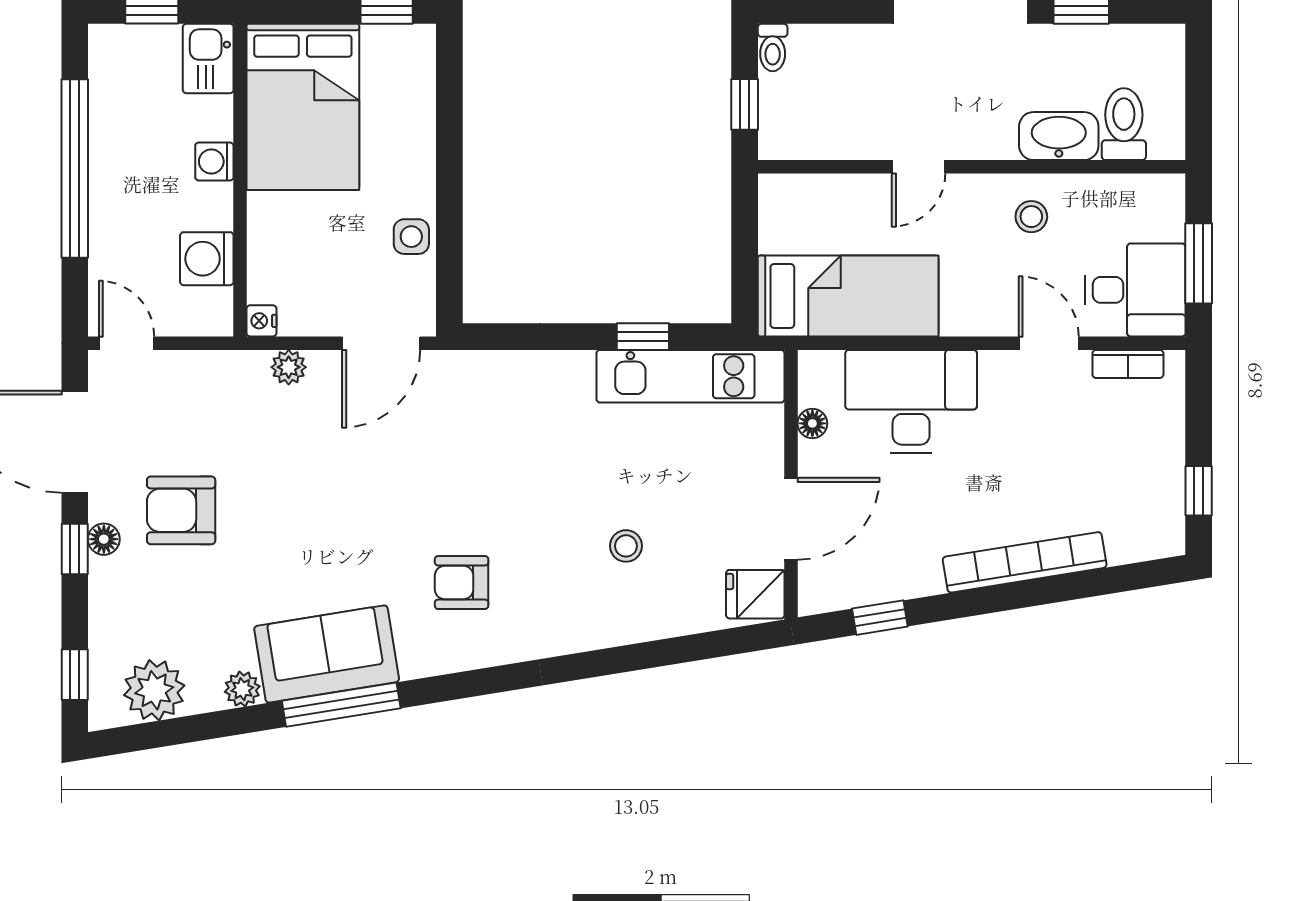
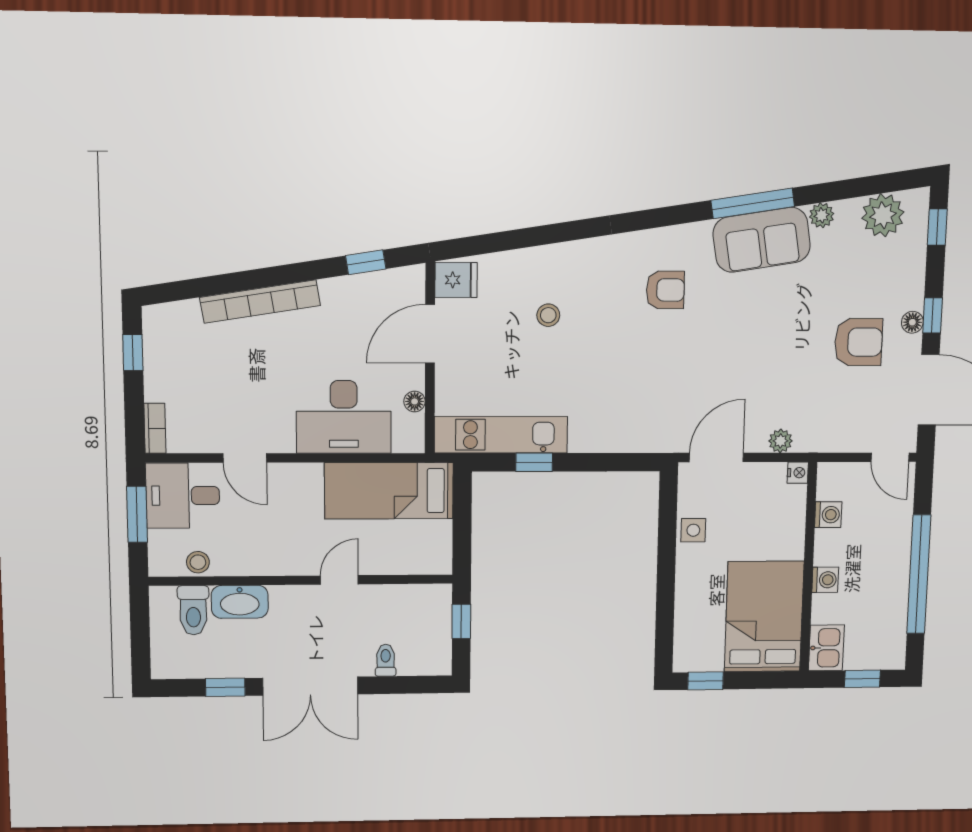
toilet: (773, 48) -> (386, 660), moved
stool: (1031, 217) -> (198, 562), moved
washing machine: (207, 259) -> (828, 515), width x0.73, depth x0.73
bookcase: (1128, 364) -> (155, 428), moved, turned 90

